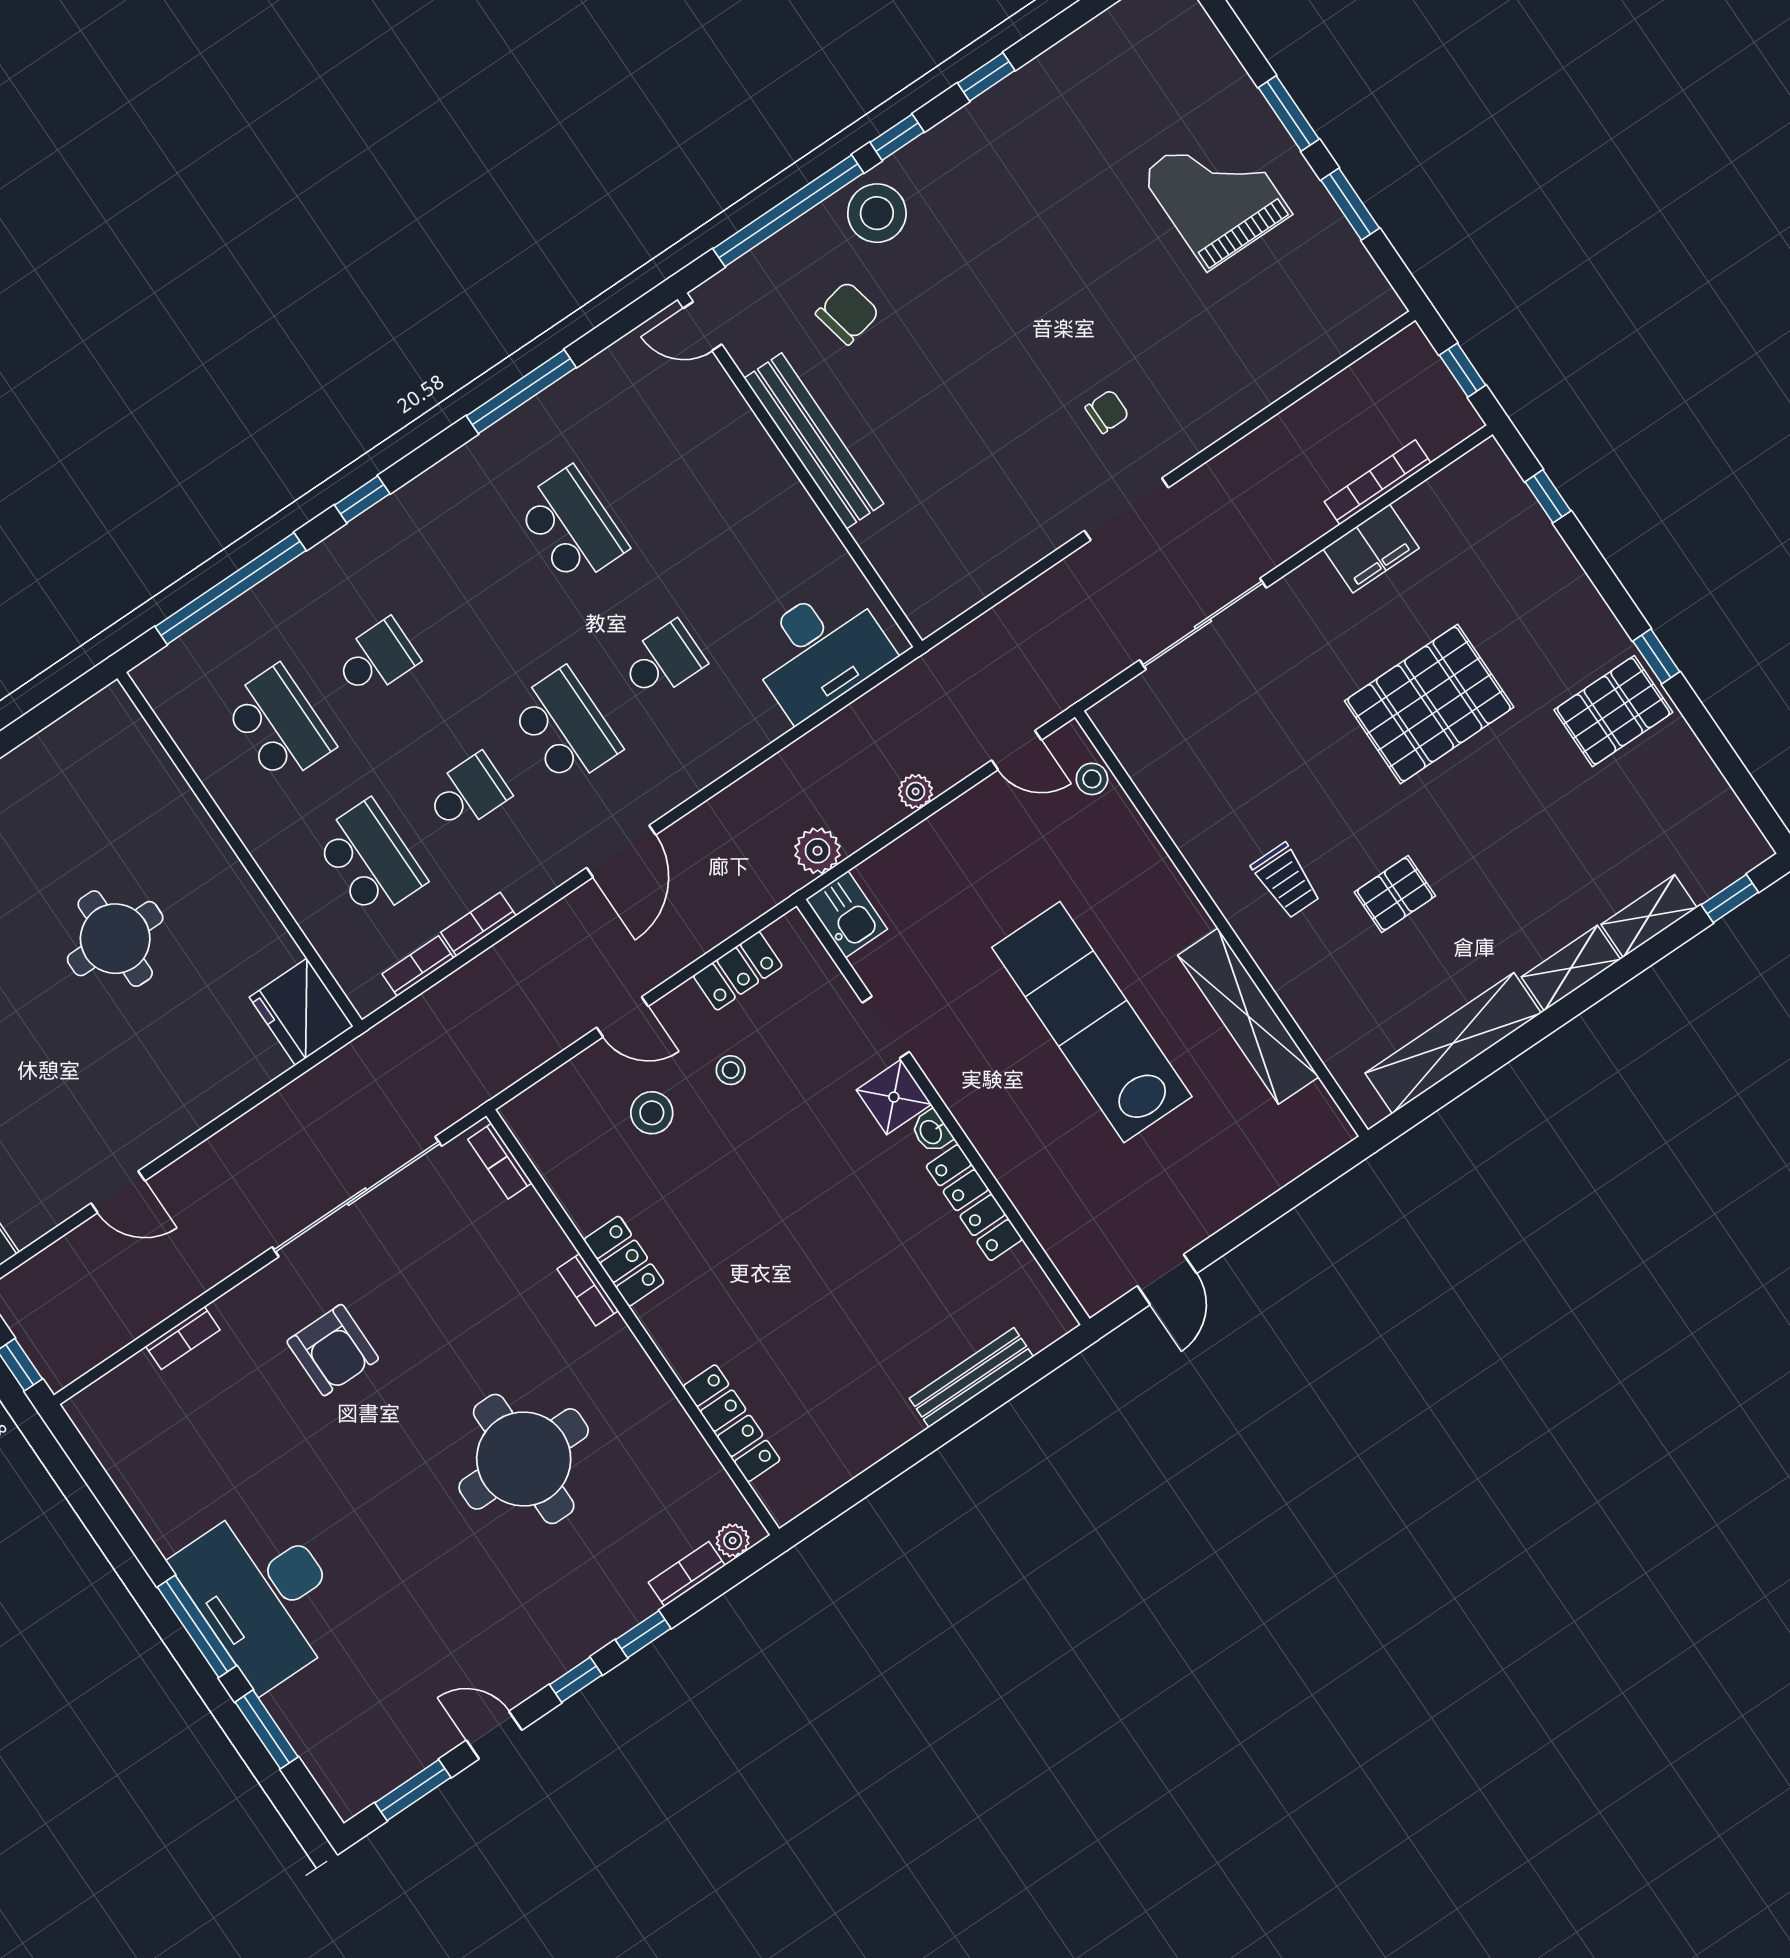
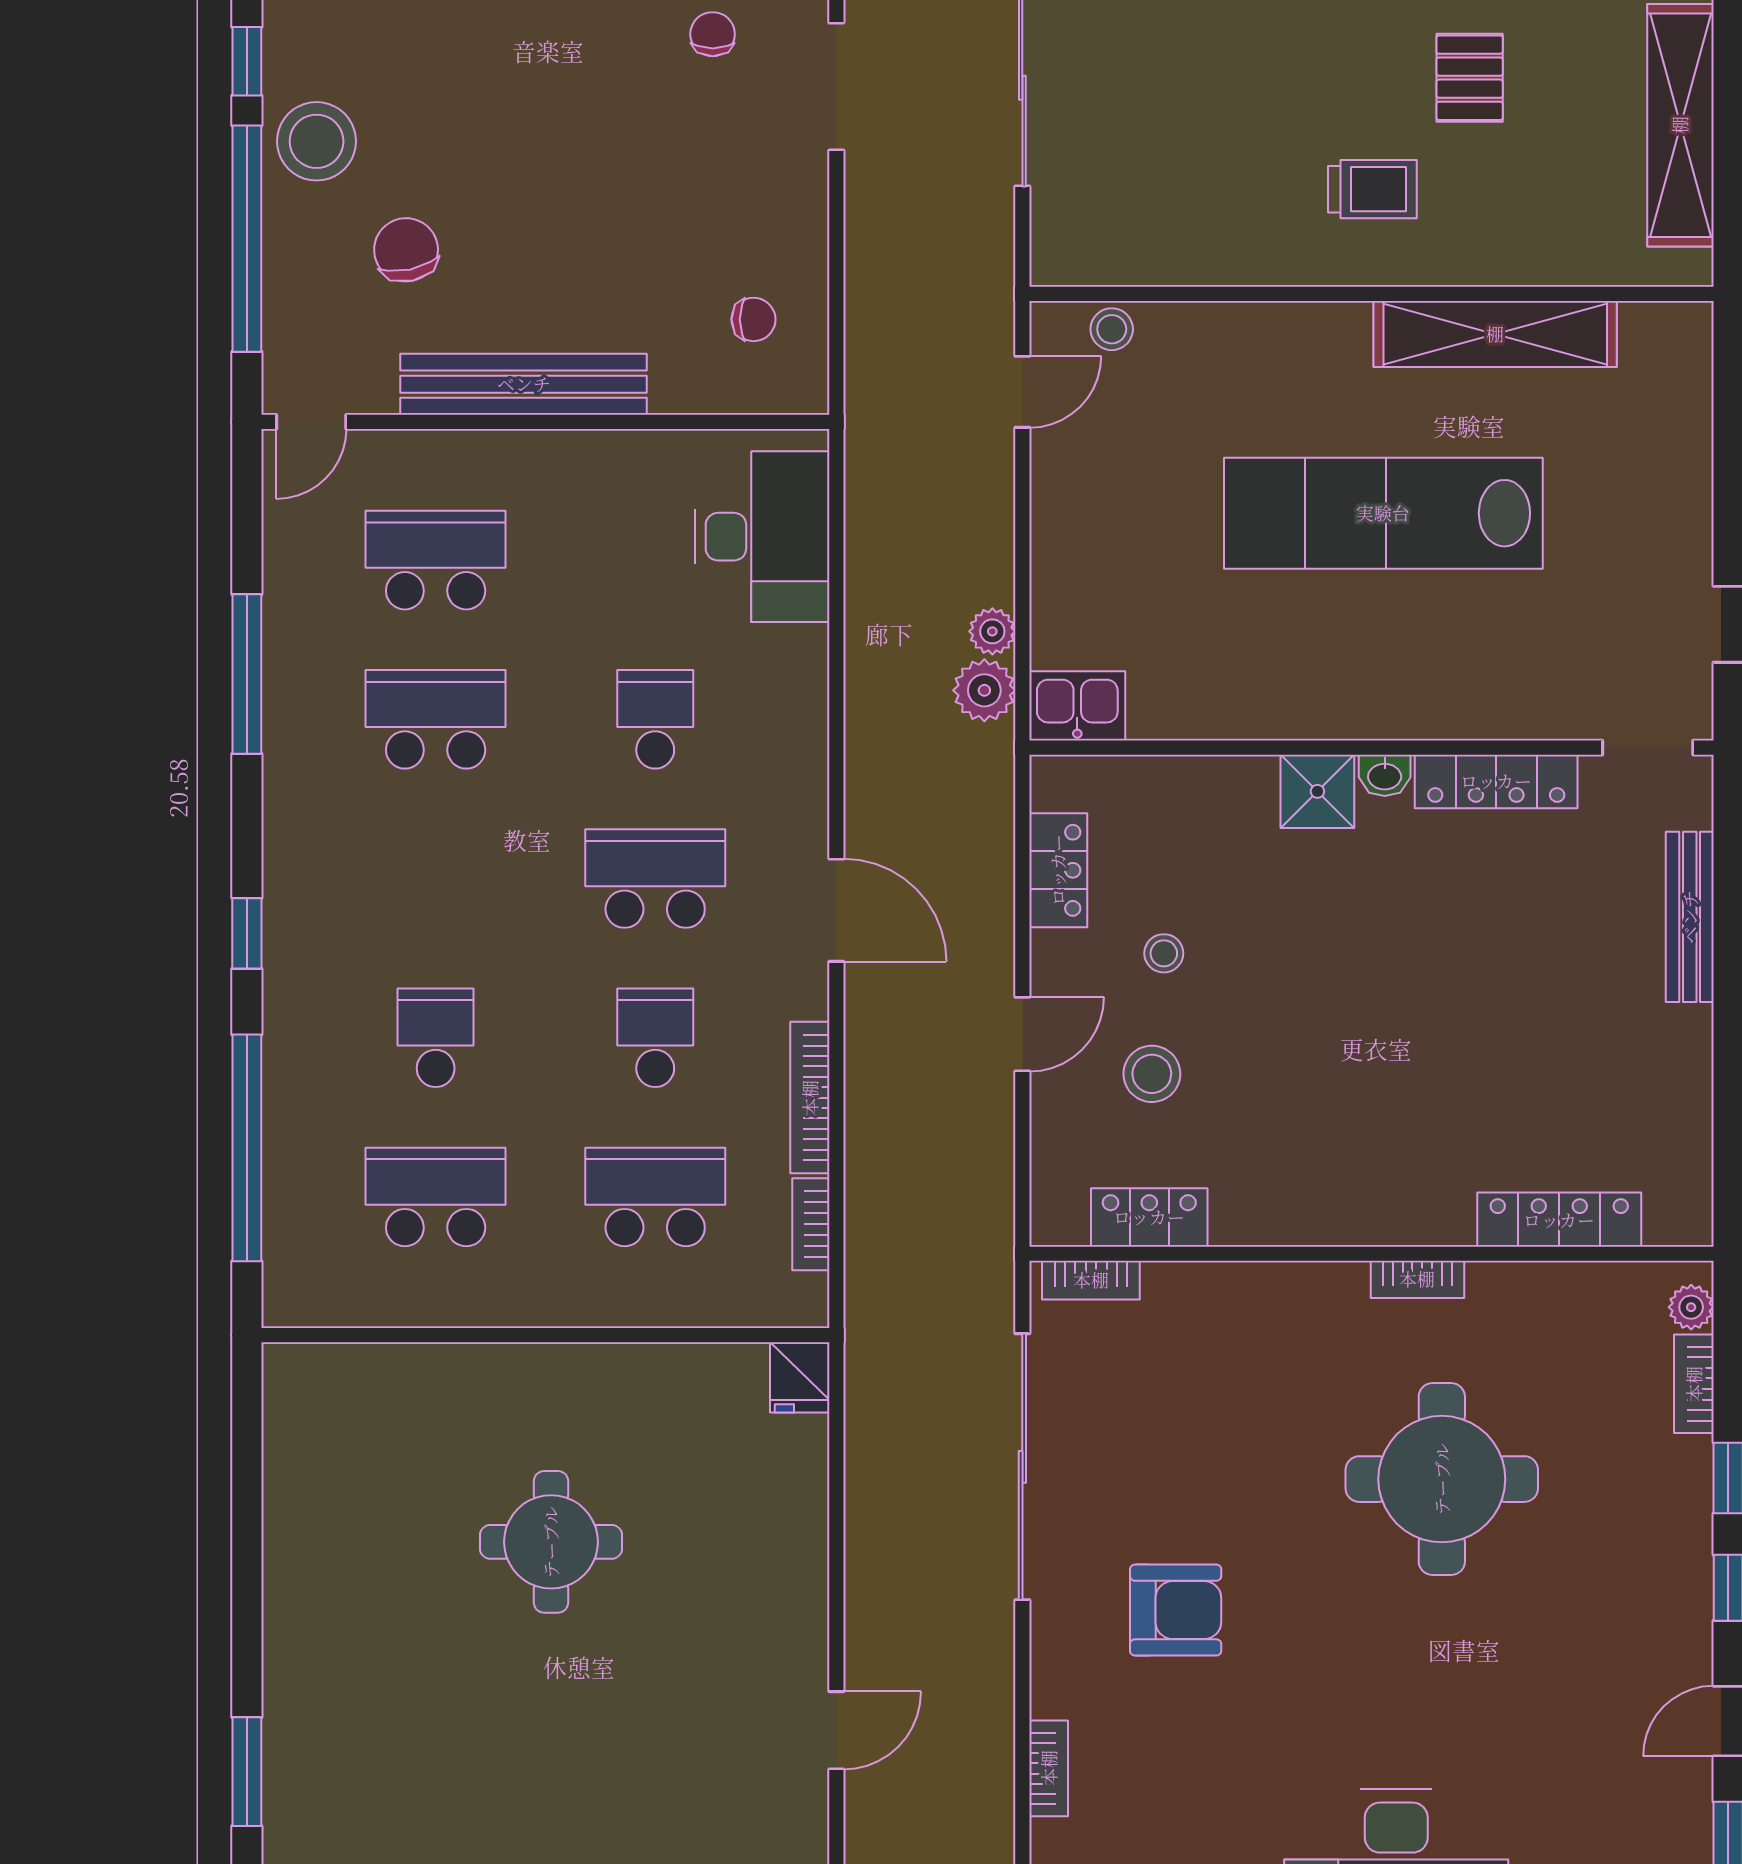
school desk: (669, 460) -> (436, 560), added
chair: (949, 555) -> (754, 319), added
plant: (916, 791) -> (992, 631), moved
bookcase: (478, 924) -> (810, 1098), width x1.56
fridge: (301, 1012) -> (800, 1377), width x0.53, depth x0.75
doorway: (886, 1027) -> (1648, 748), moved
locker: (624, 1261) -> (1149, 1217), moved
bookcase: (588, 1290) -> (1417, 1279), moved

